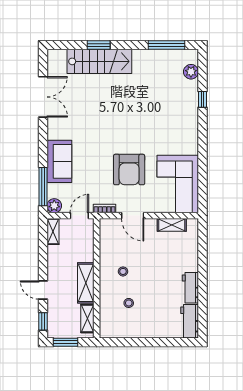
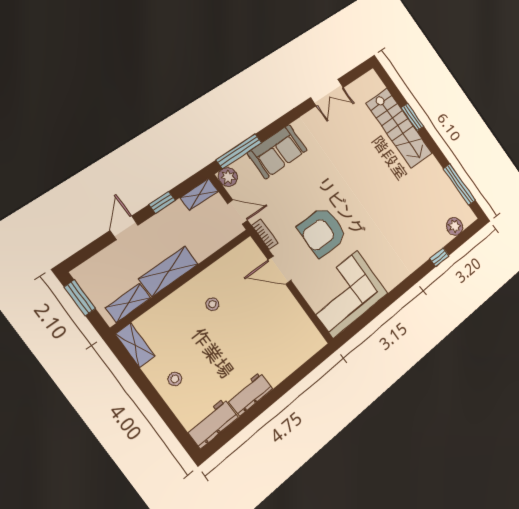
double door: (43, 97) -> (327, 92), width x0.73
door: (133, 216) -> (279, 270), hinge flipped
shelving: (172, 225) -> (135, 345), moved
stool: (129, 303) -> (175, 379), moved
window: (43, 321) -> (162, 202), moved

